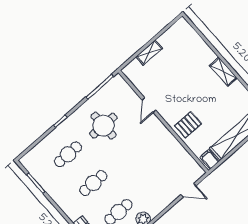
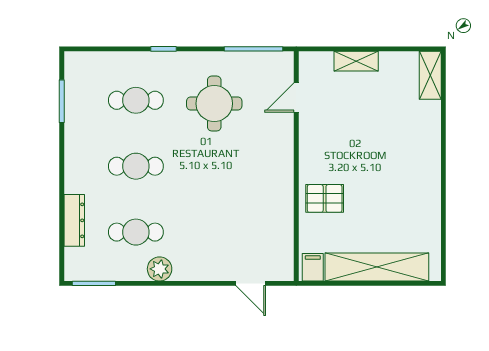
shelving: (223, 72) -> (430, 75), moved
door: (149, 105) -> (296, 98), moved

